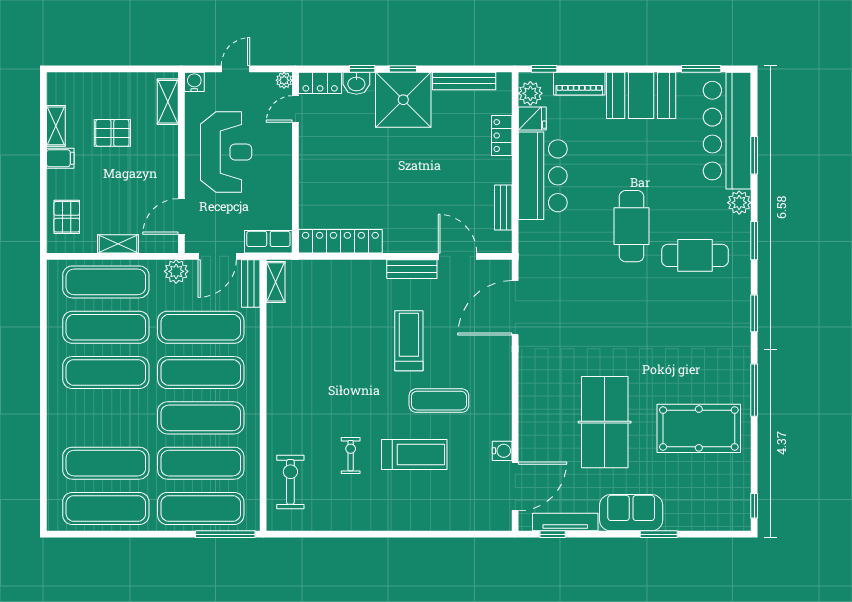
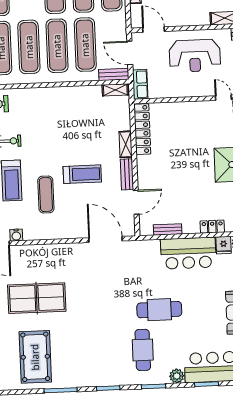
shelving: (364, 269) -> (126, 144), added
plant: (176, 271) -> (119, 28), removed

